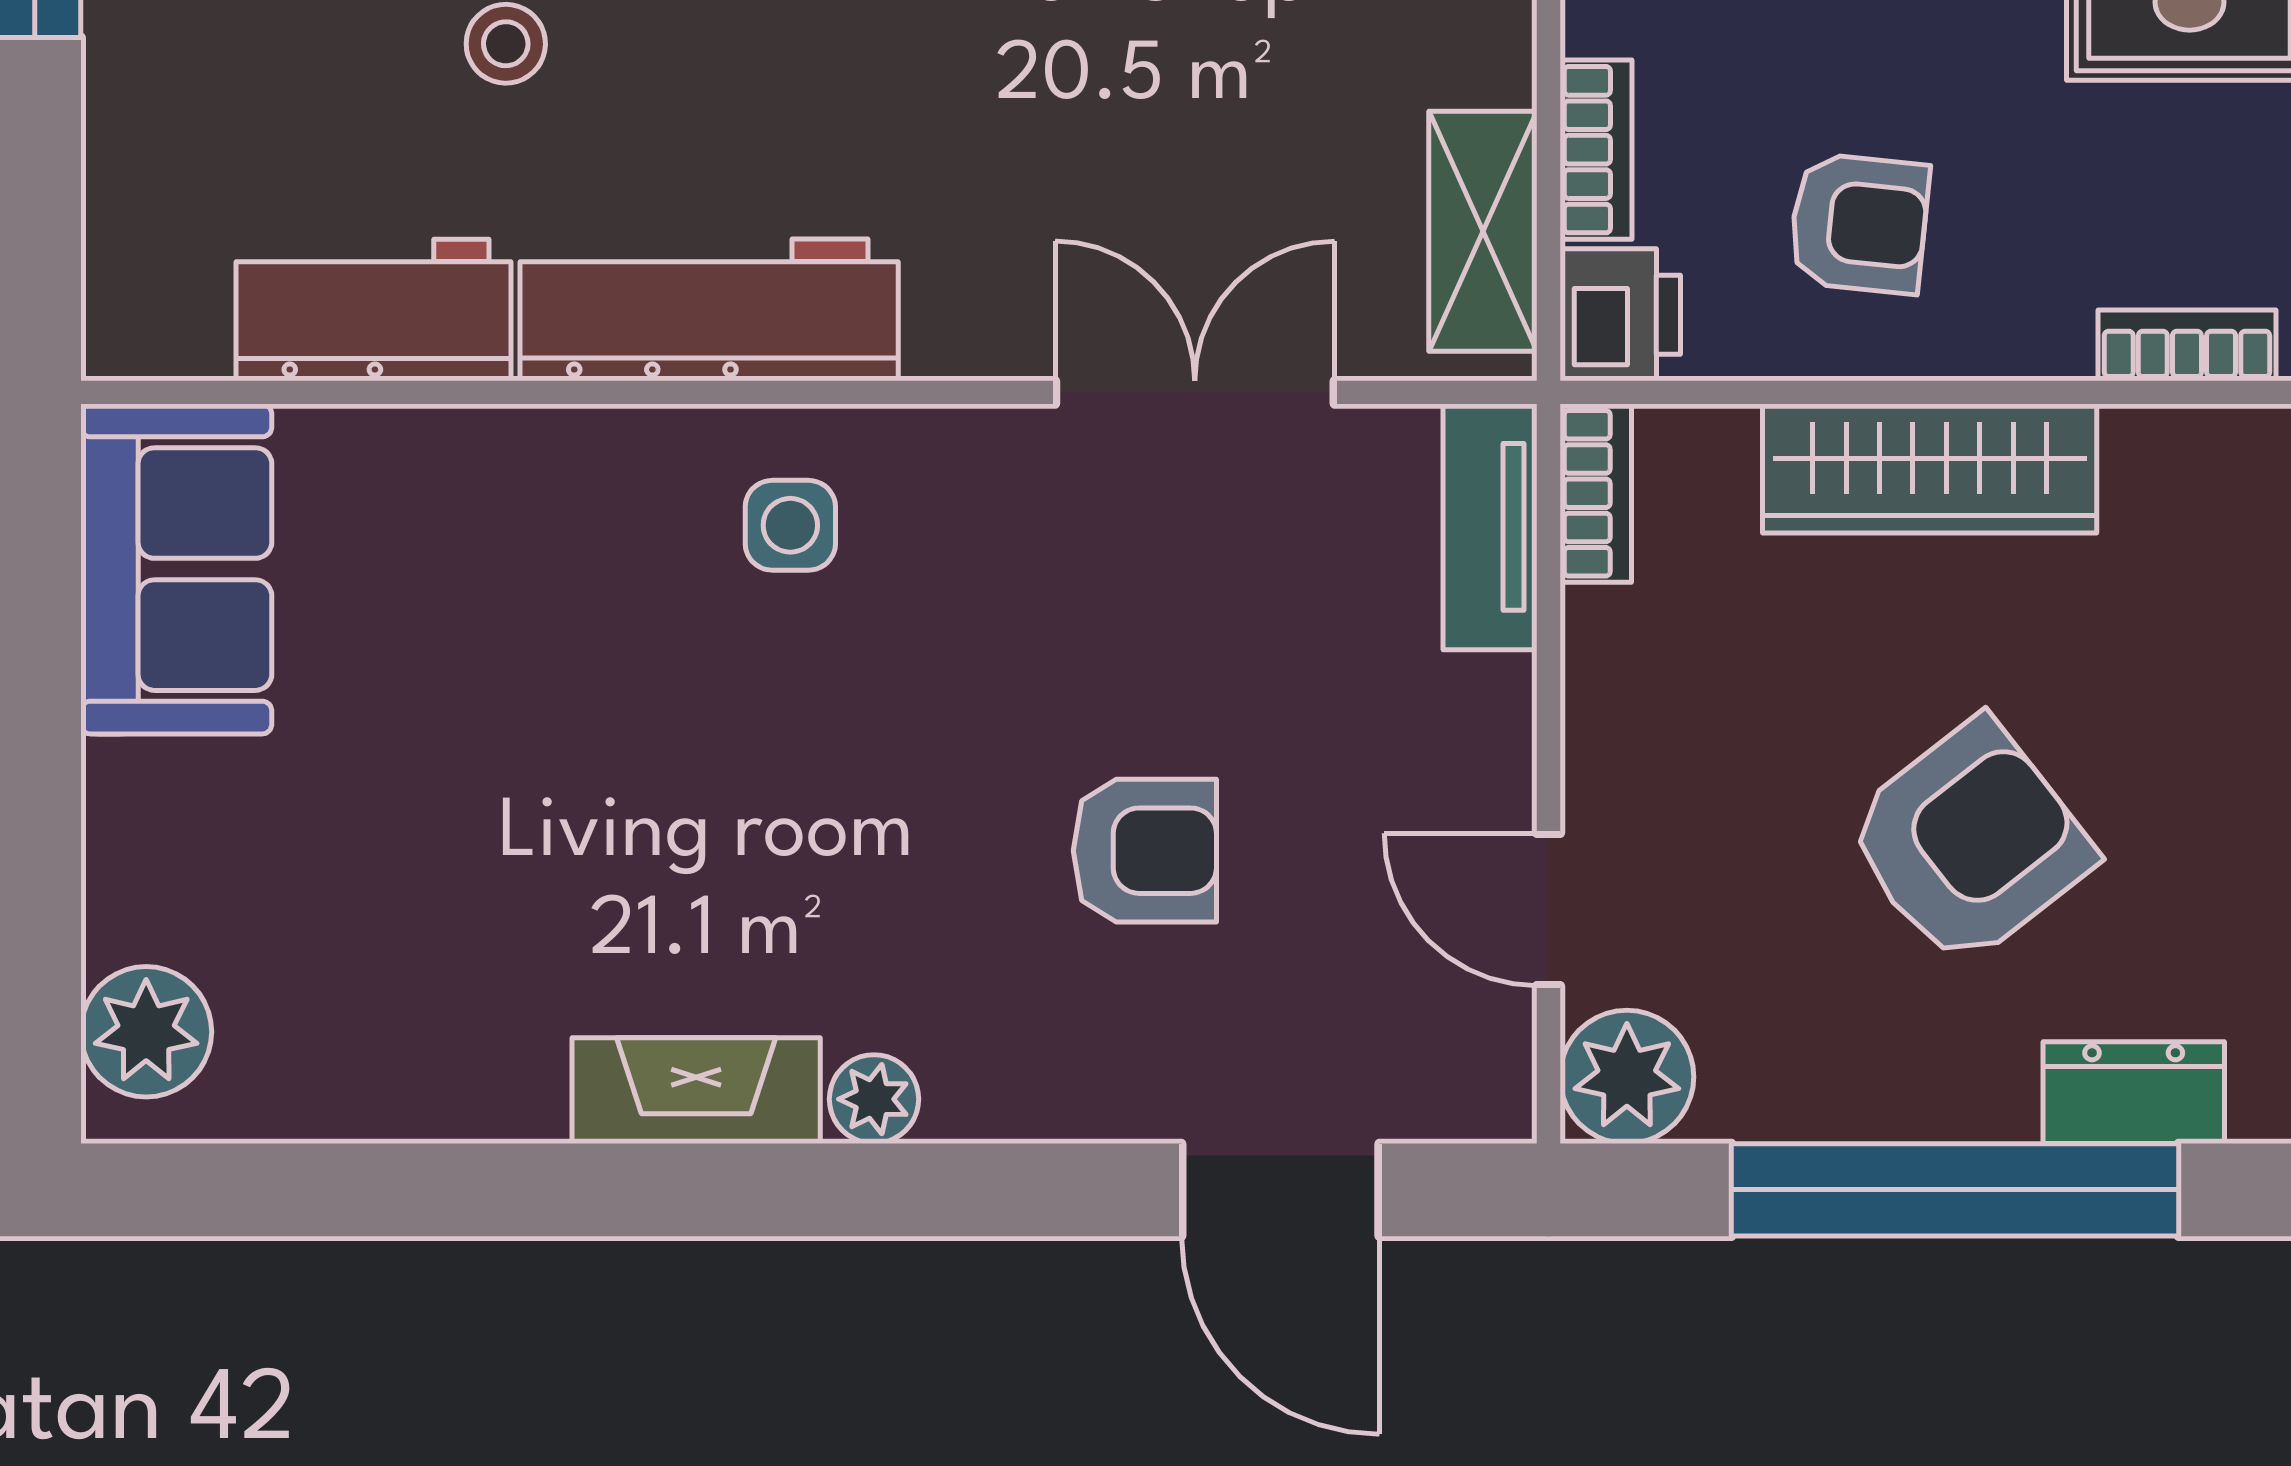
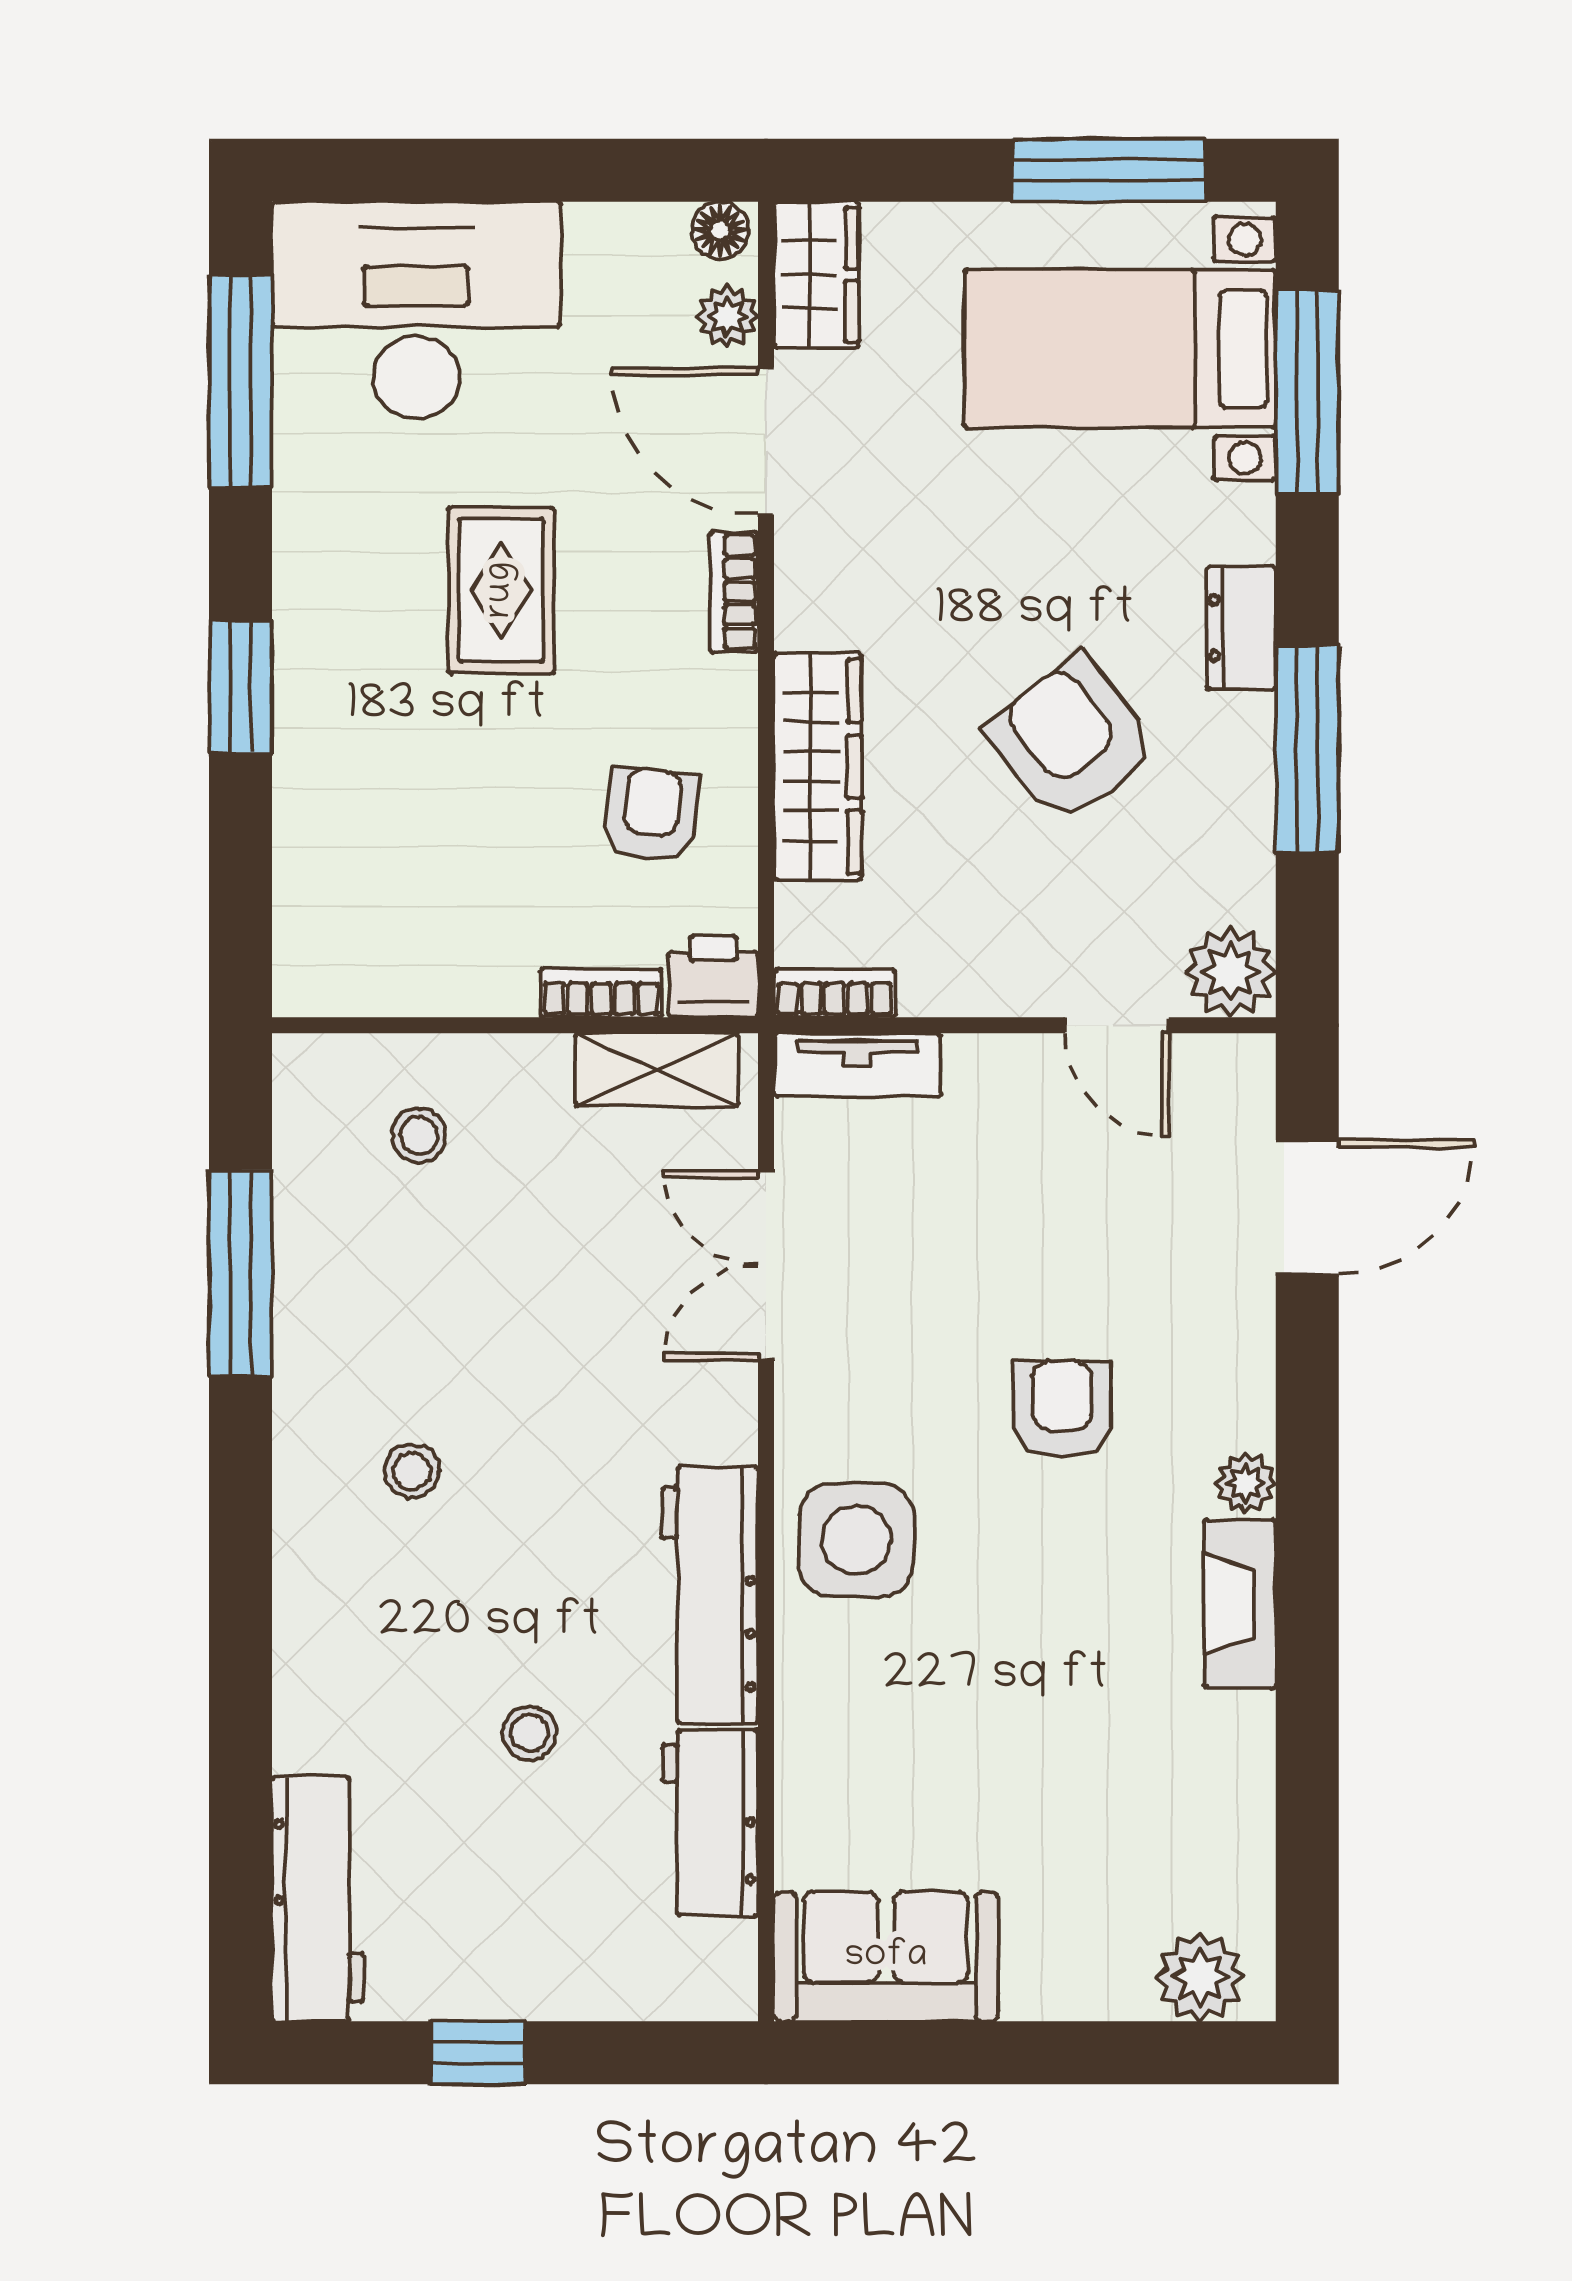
side table: (790, 525) -> (856, 1540), width x1.87, depth x1.87
armchair: (1145, 851) -> (1062, 1409), moved
door: (1548, 909) -> (1117, 1025), hinge flipped
window: (1955, 1190) -> (1307, 749), width x0.68

